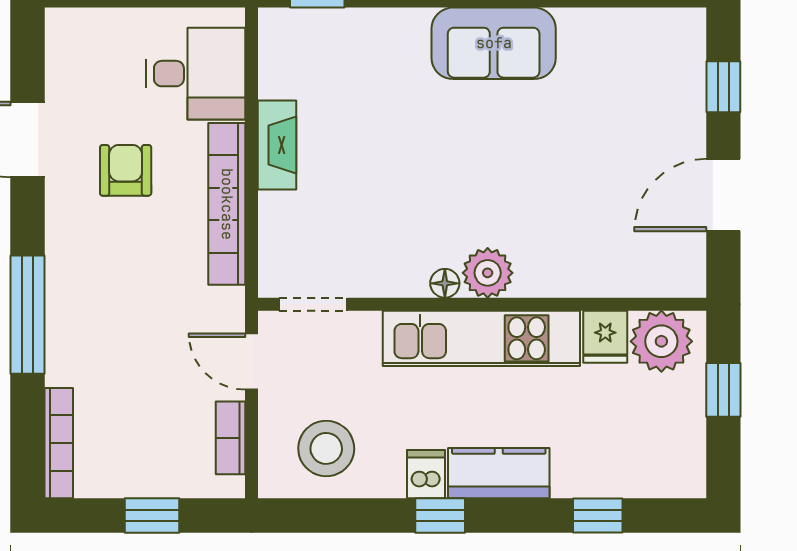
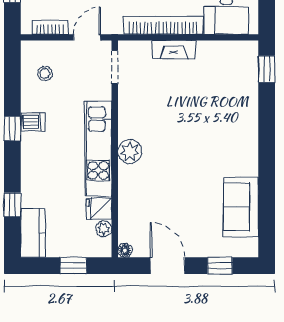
sofa: (494, 43) -> (241, 207), moved
fireplace: (277, 145) -> (174, 50), moved
floor lamp: (445, 283) -> (125, 250), moved
plant: (661, 341) -> (104, 229), width x0.53, depth x0.53
stool: (326, 448) -> (45, 73), width x0.53, depth x0.53
kitchen counter: (499, 473) -> (33, 233), moved

